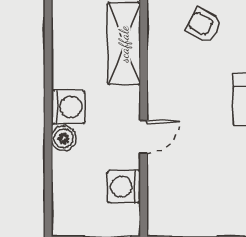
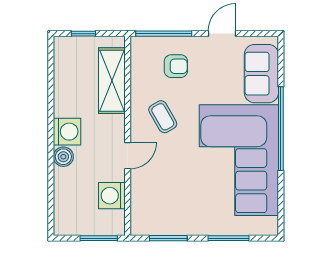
armchair: (204, 25) -> (176, 66), turned 151
coffee table: (188, 88) -> (163, 117), added

